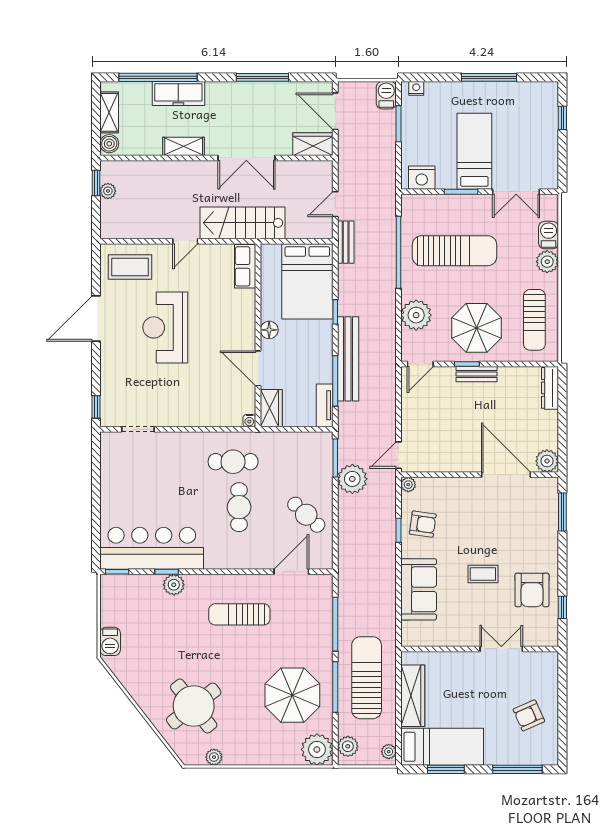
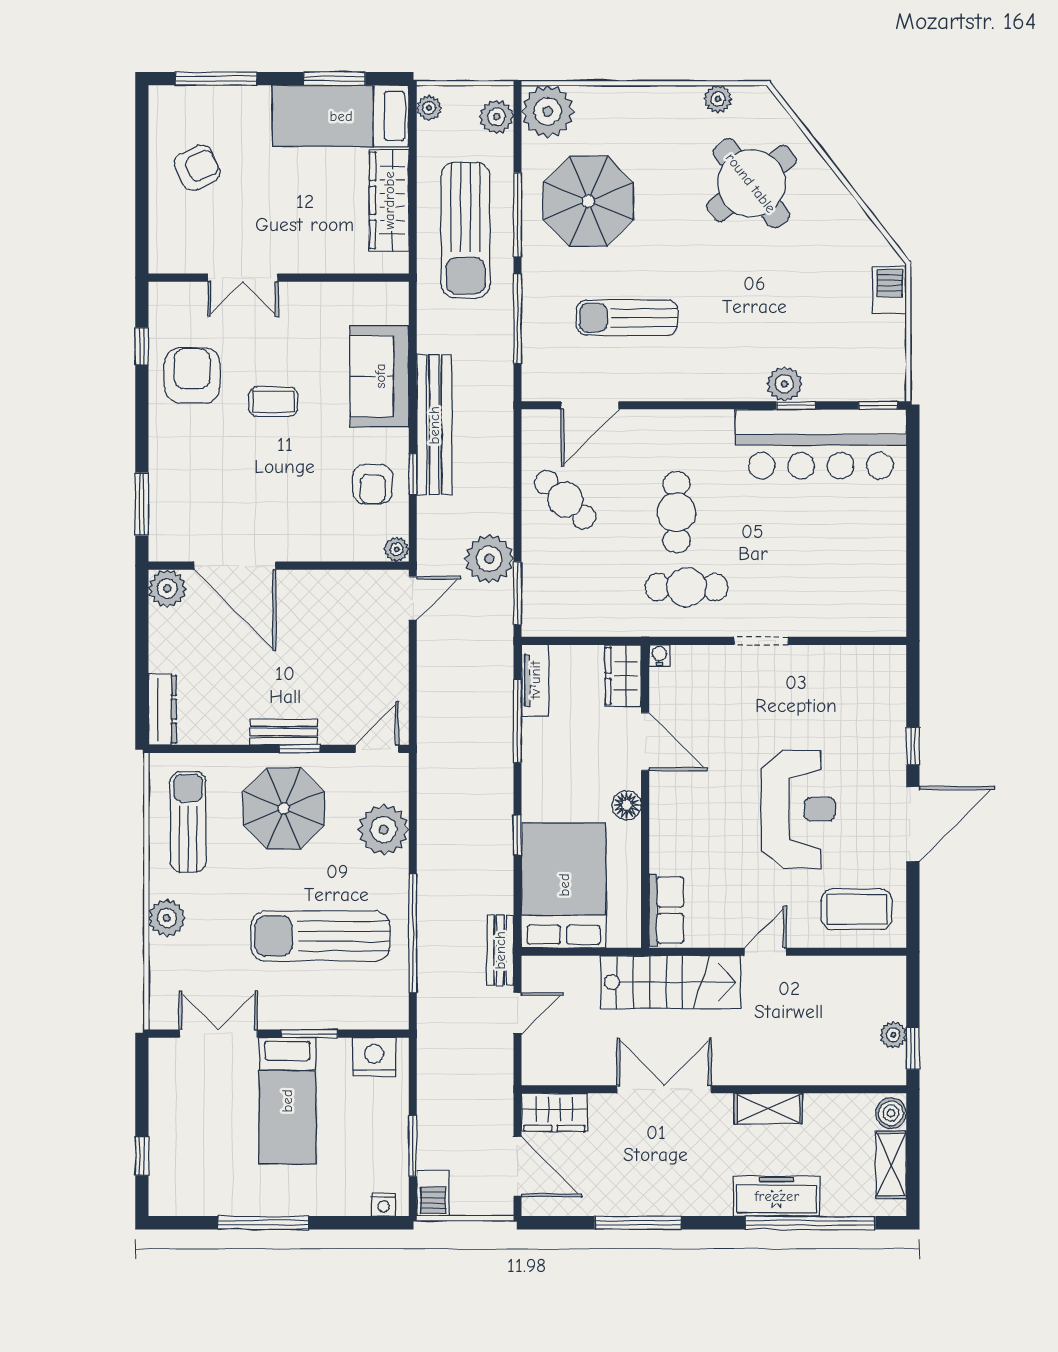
barbecue: (549, 235) -> (165, 962), removed
bench: (348, 359) -> (434, 425), moved
window: (96, 407) -> (913, 746), moved
doorway: (138, 429) -> (761, 641), moved
armchair: (423, 524) -> (373, 484), turned -98
sun lounger: (239, 614) -> (627, 318), moved, turned 180

